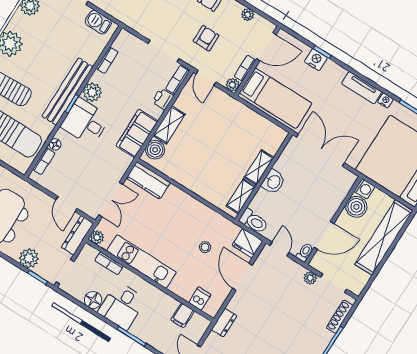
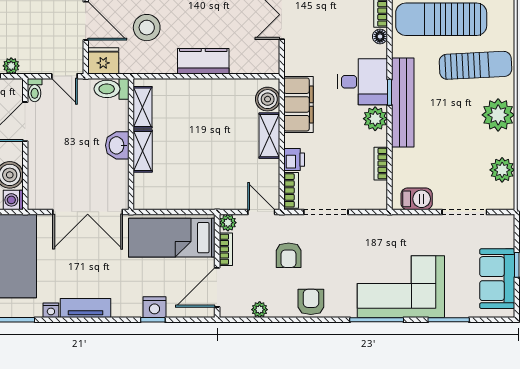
kitchen counter: (148, 180) -> (203, 61), moved
stool: (205, 247) -> (147, 28), width x1.89, depth x1.89

